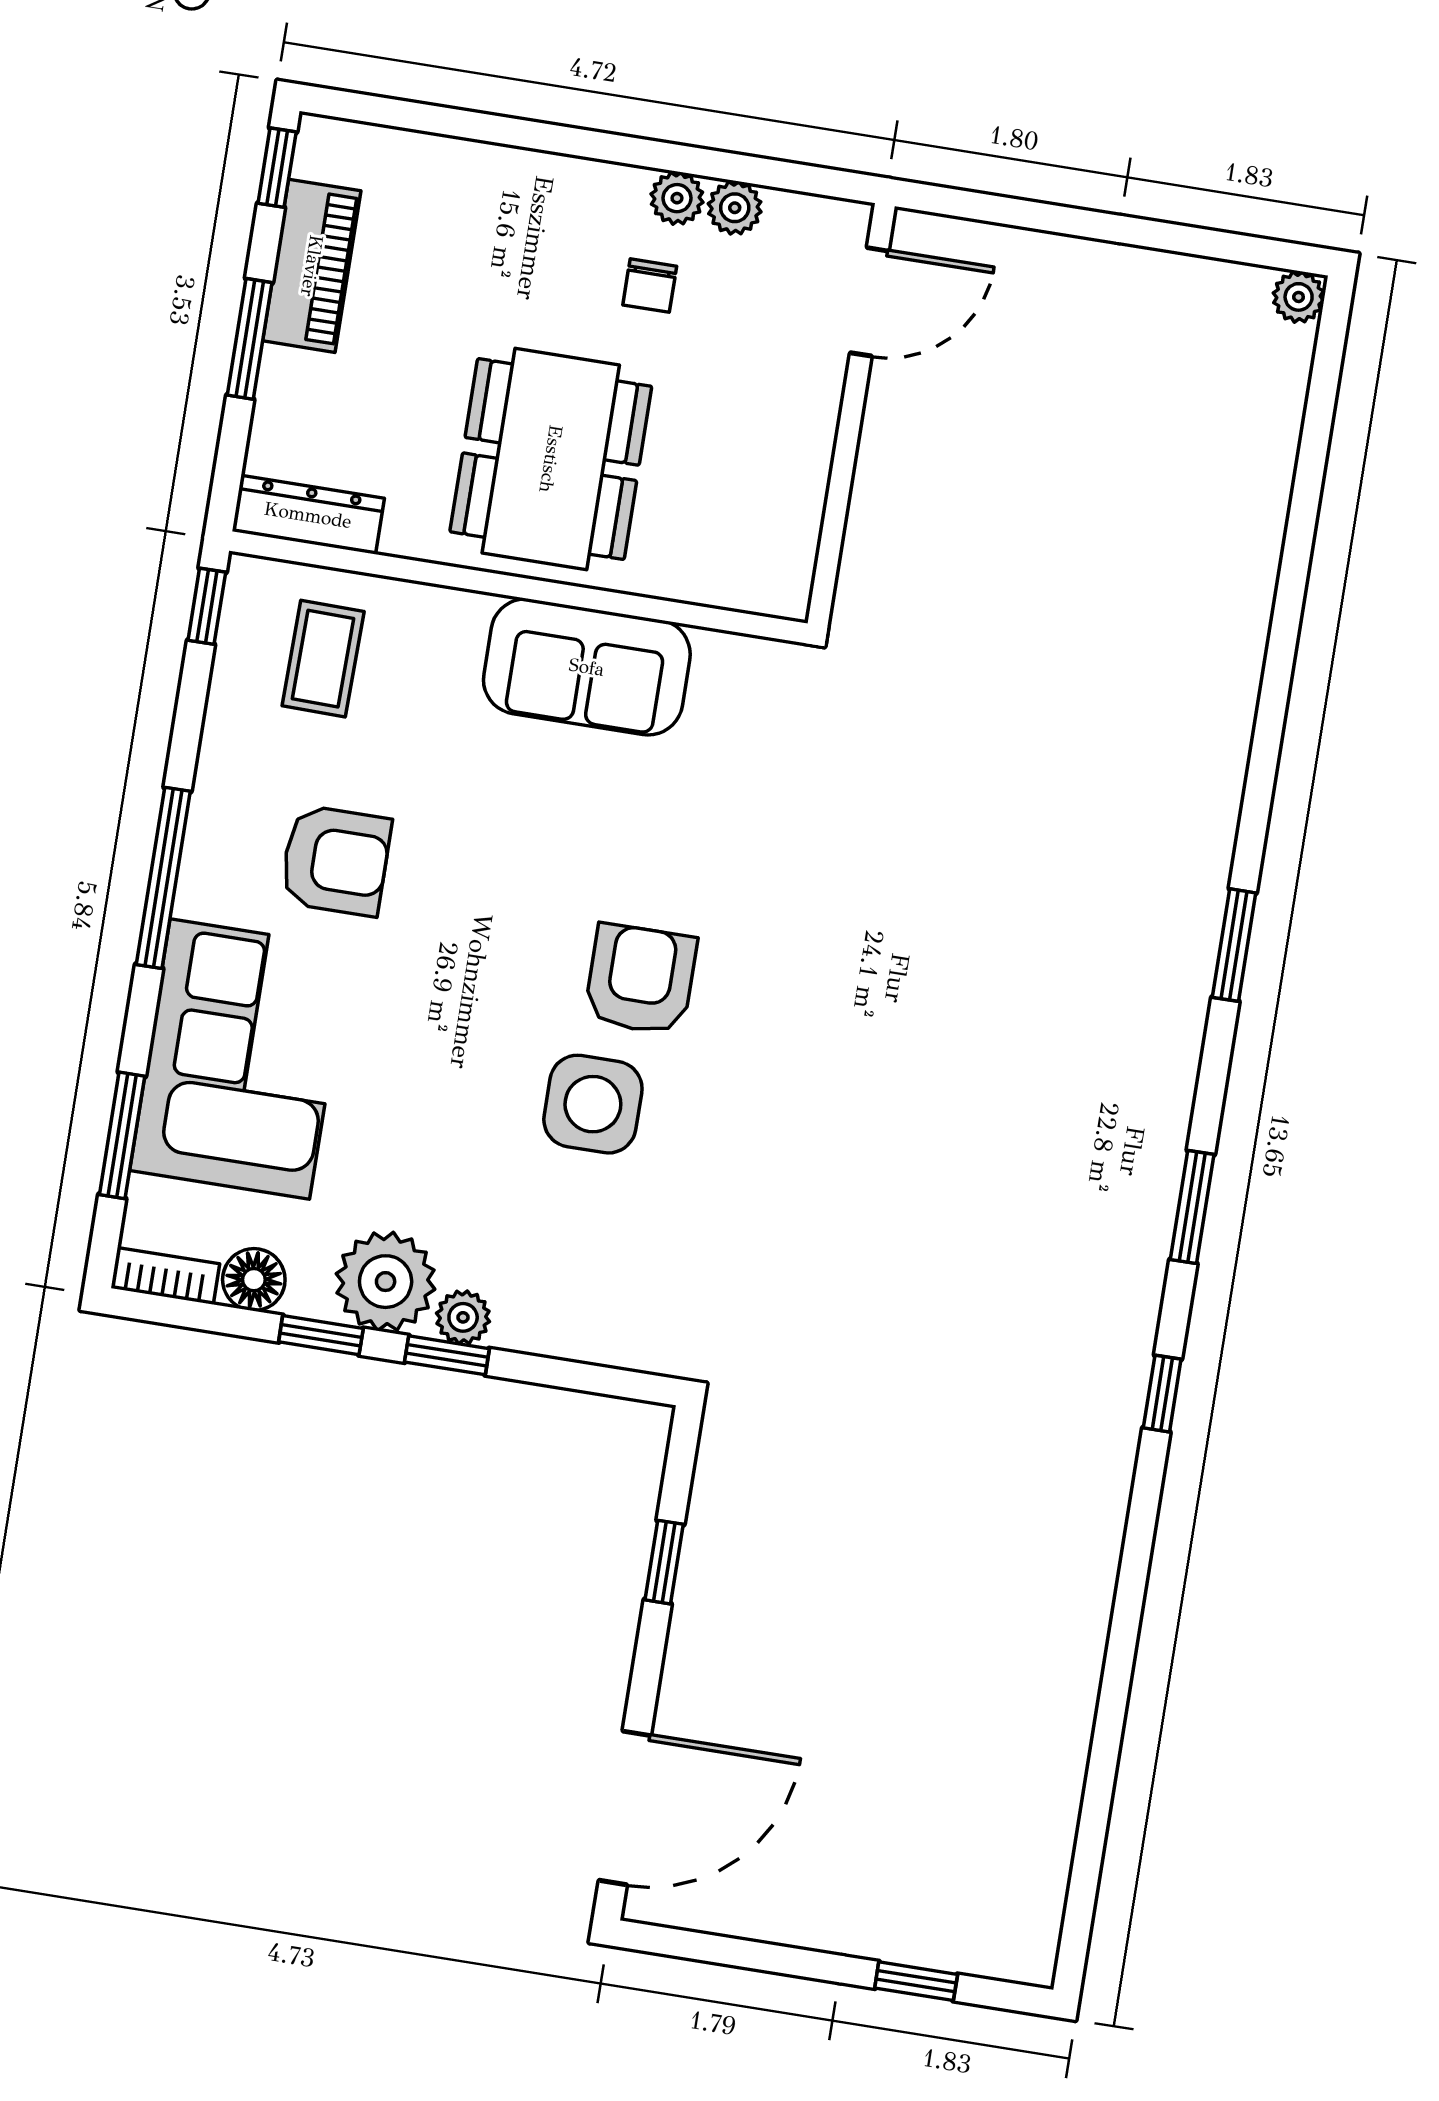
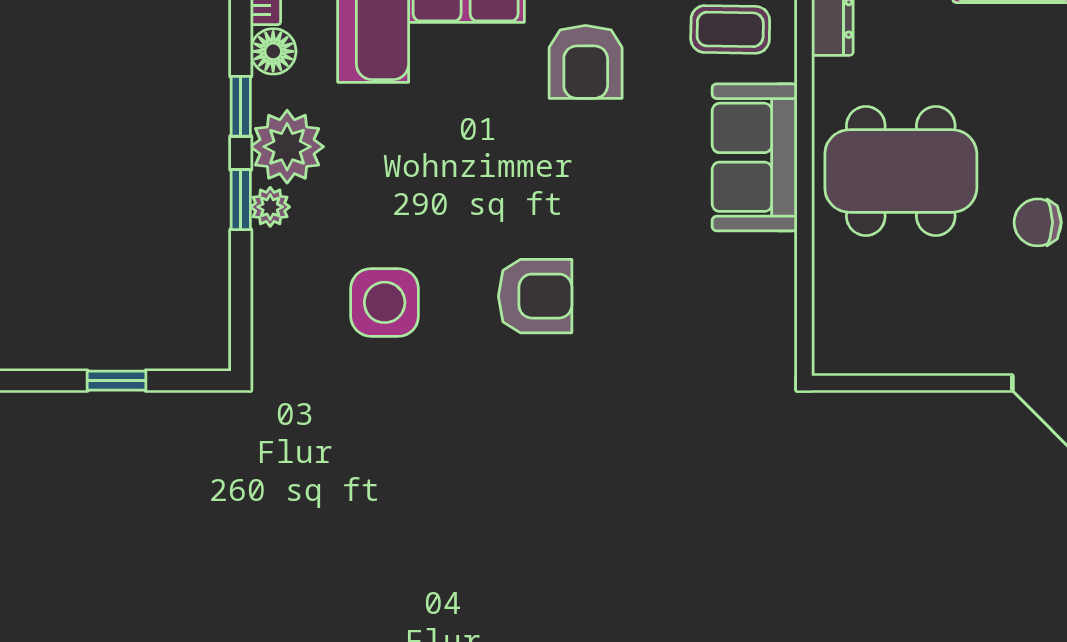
chair: (650, 286) -> (1038, 222), width x1.37, depth x1.37
sofa: (587, 667) -> (755, 157), moved
side table: (593, 1104) -> (385, 302), moved

